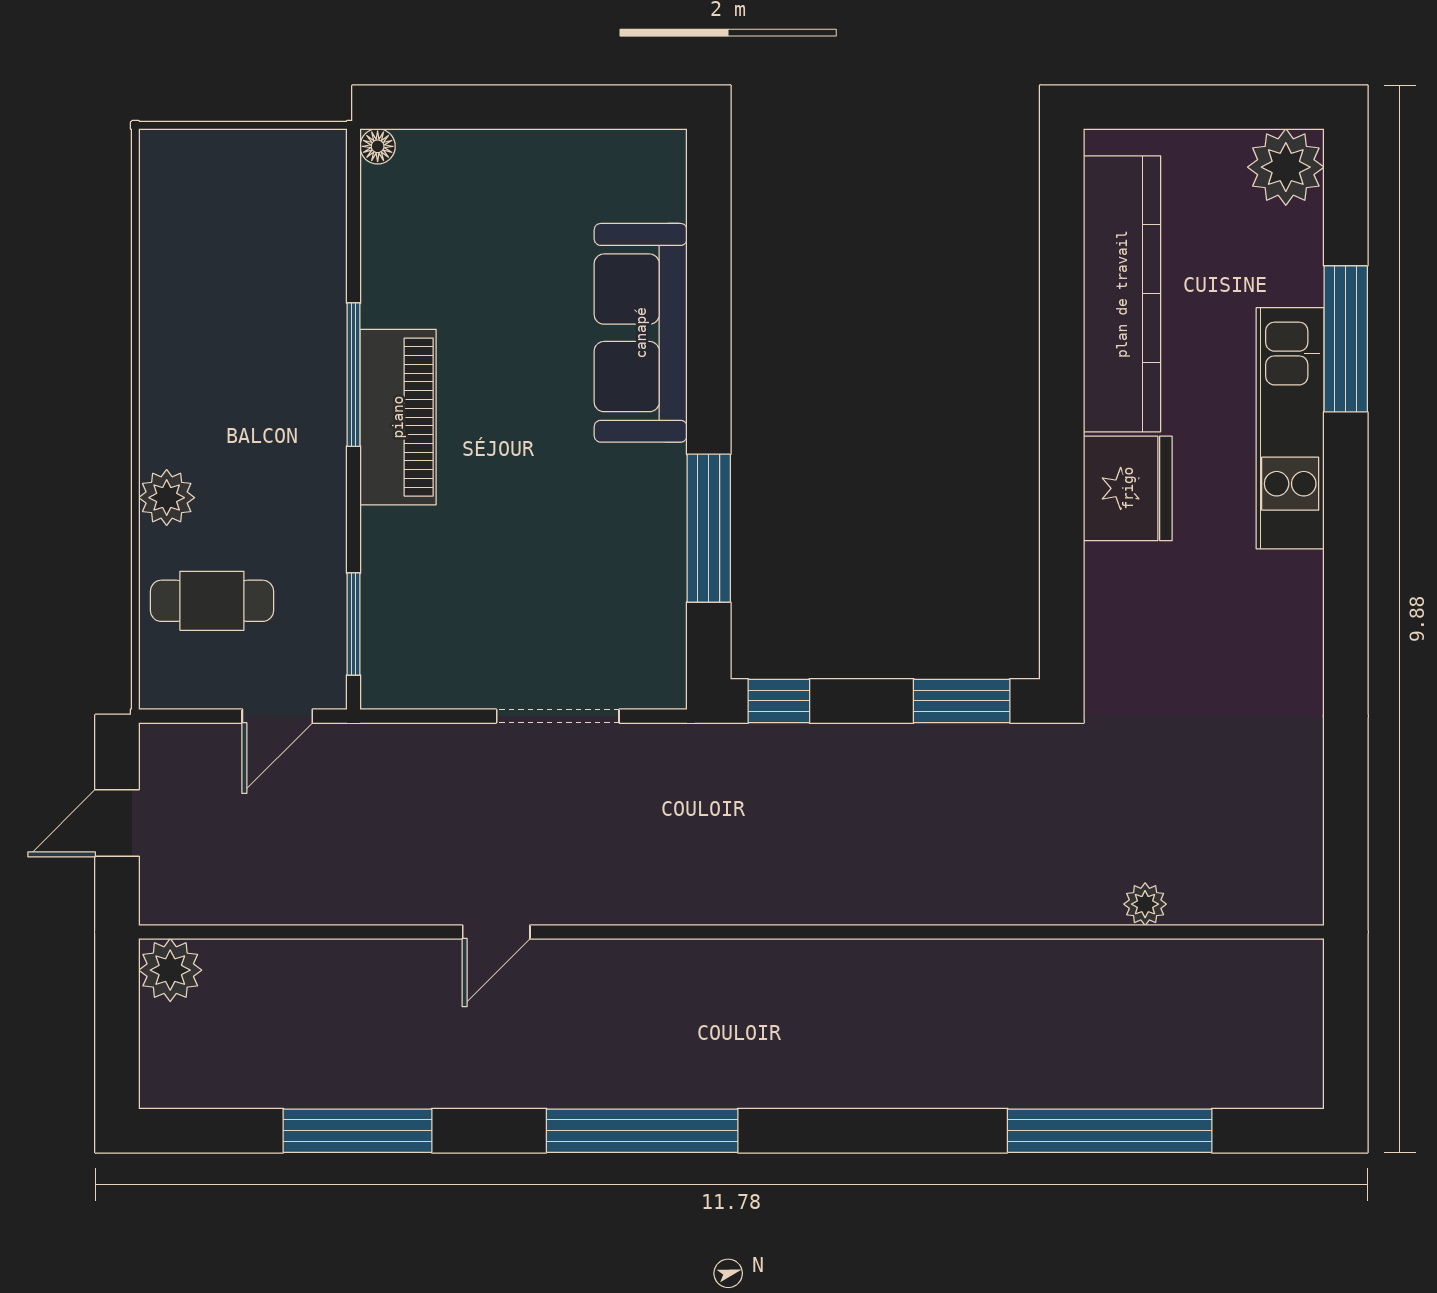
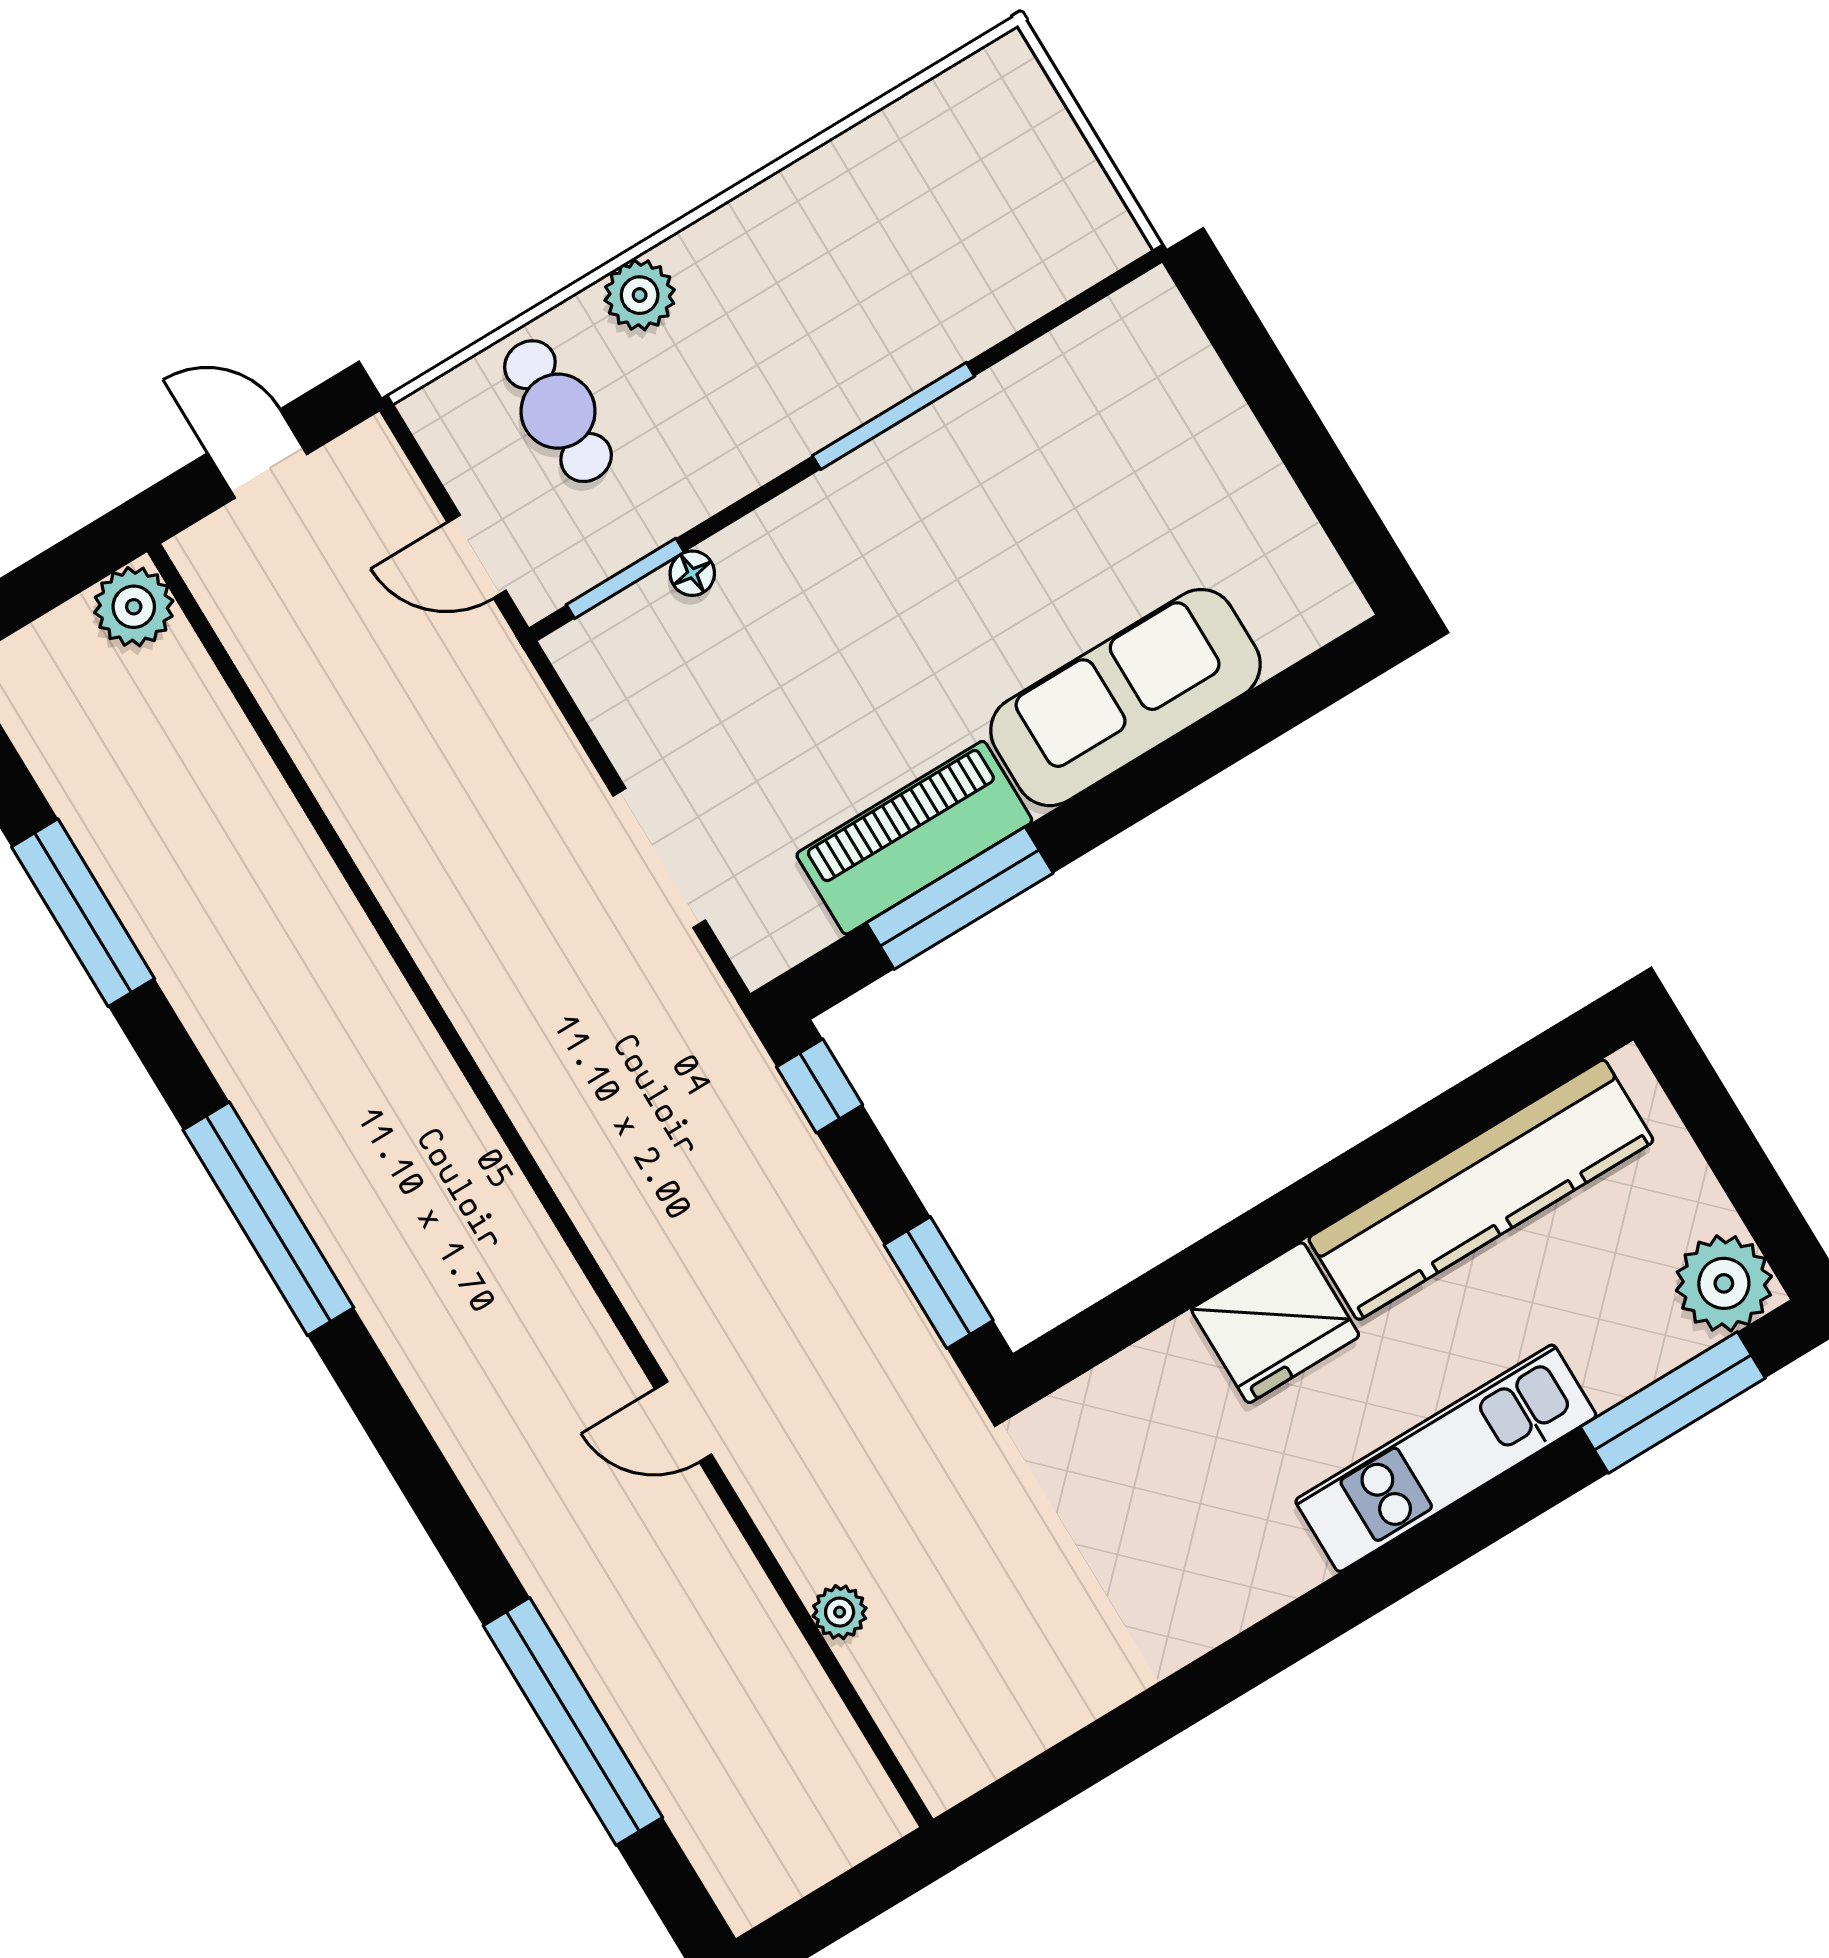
floor lamp: (378, 146) -> (692, 573), moved
window: (1346, 339) -> (1673, 1402), moved
piano: (398, 417) -> (914, 838), moved, turned 180
door: (496, 932) -> (683, 1422), moved

